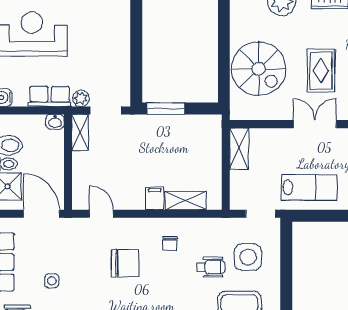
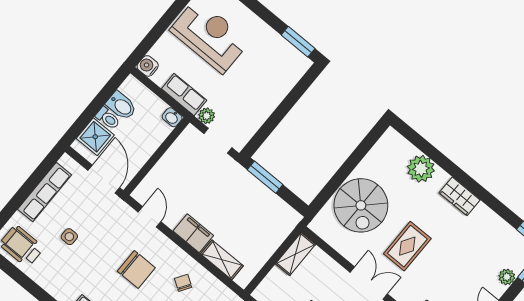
shelving: (80, 132) -> (184, 141), removed
filing cabinet: (155, 198) -> (193, 233), width x2.00
chair: (170, 244) -> (183, 283), turned 123

